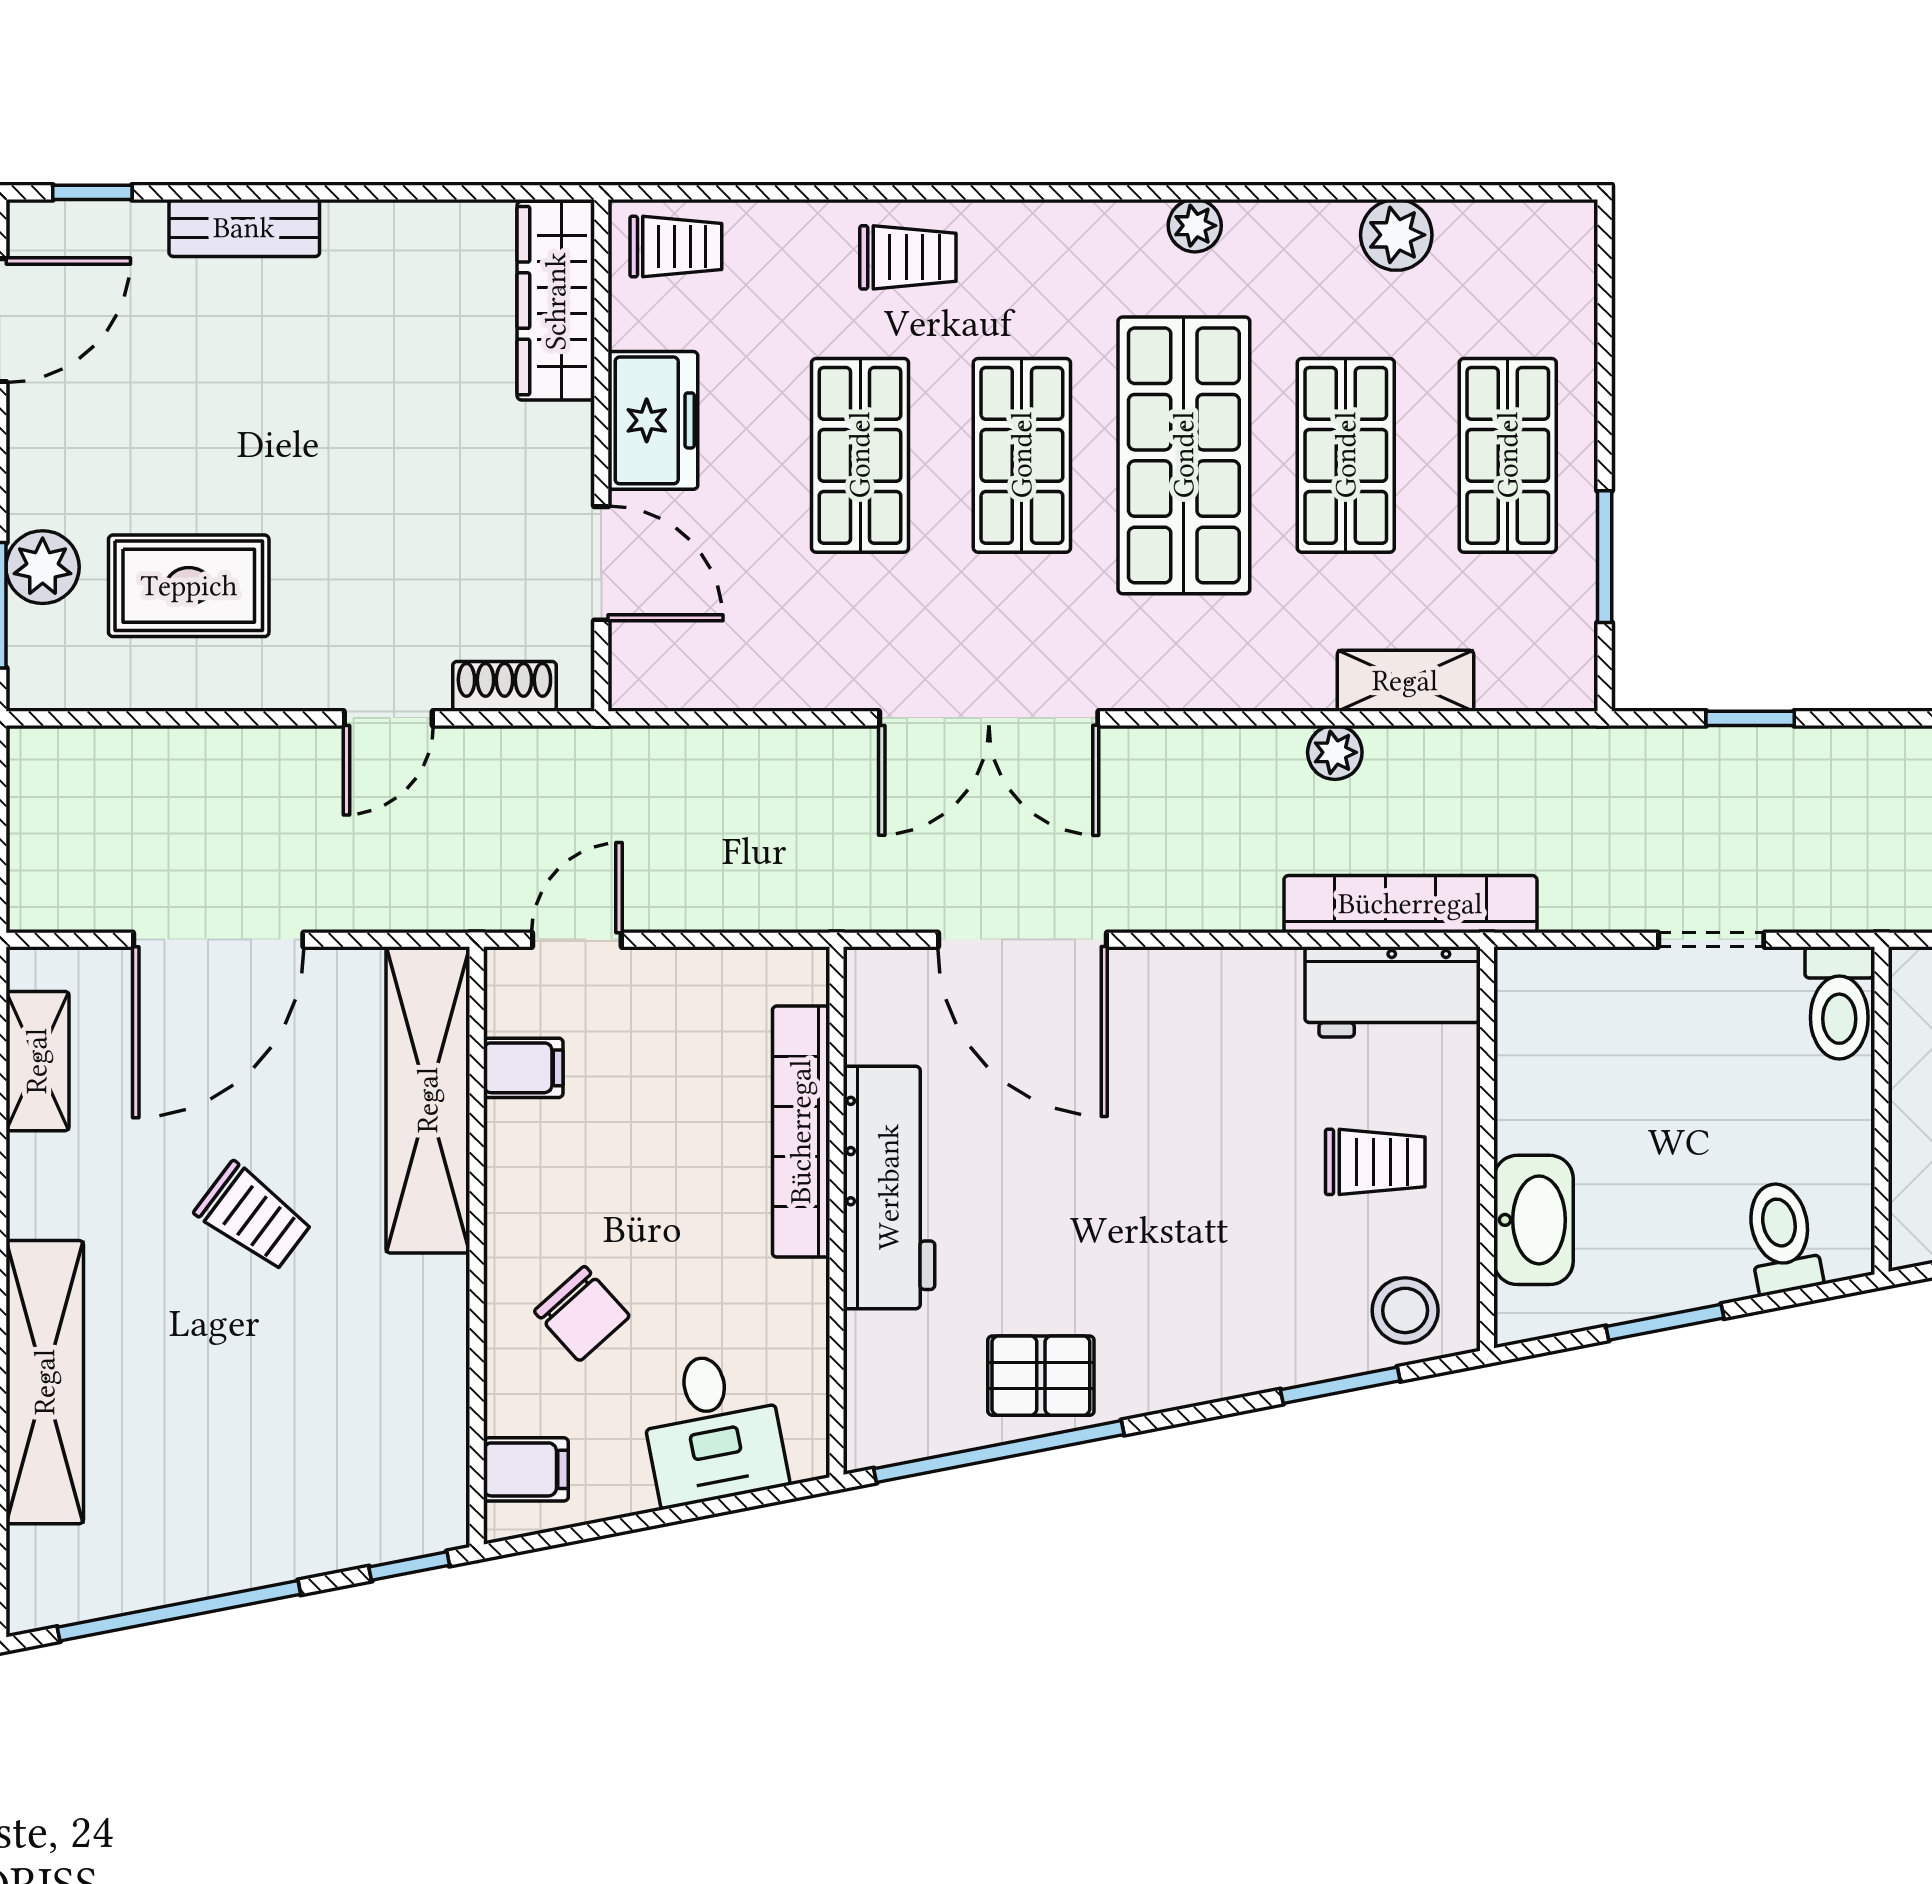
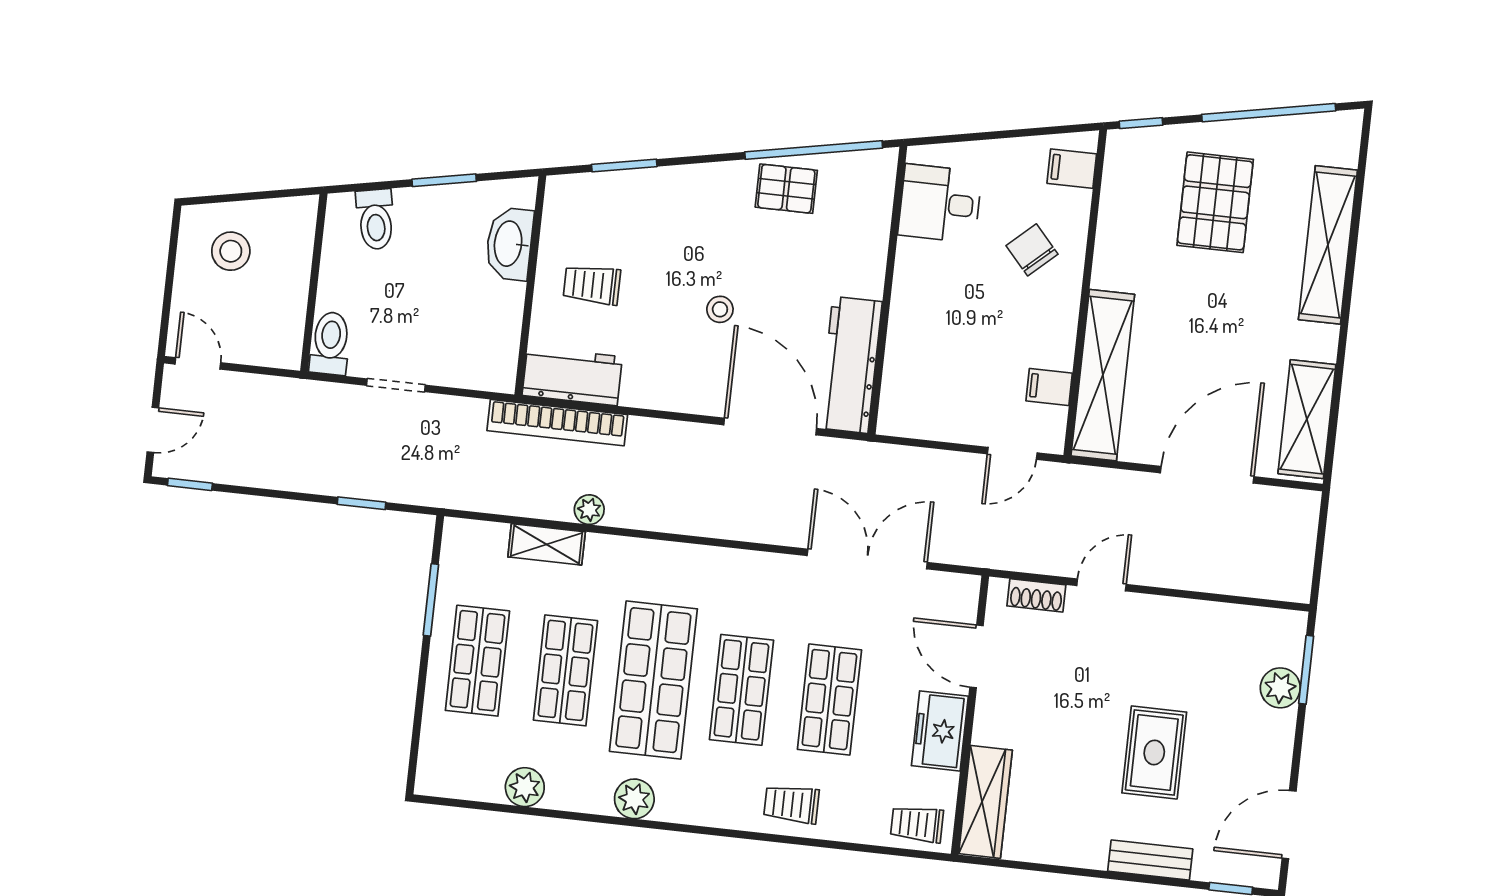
plant: (1195, 226) -> (634, 799), width x1.38, depth x1.38
rug: (189, 586) -> (1154, 752), moved, turned 90
double door: (989, 718) -> (867, 559), moved
shelving: (37, 1061) -> (1307, 419), width x1.50, depth x1.33
bookcase: (801, 1132) -> (902, 336), removed
workbench: (889, 1187) -> (850, 365), moved
trolley: (253, 1217) -> (1205, 322), removed
stool: (1405, 1310) -> (720, 309), moved, width x0.73, depth x0.73
desk: (713, 1428) -> (940, 203), moved, turned -79
pallet: (258, 1437) -> (1215, 202), added

